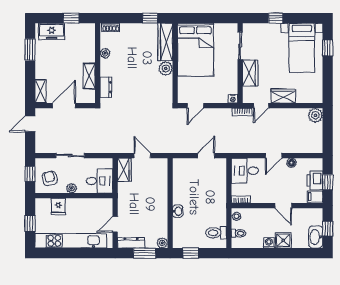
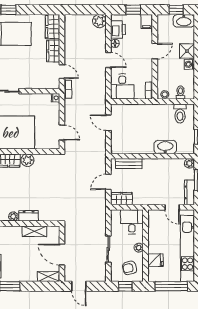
wardrobe: (250, 73) -> (53, 27), moved, turned -90
dresser: (106, 87) -> (29, 216), moved
plant: (315, 115) -> (99, 21), moved
bench: (162, 178) -> (129, 164), added
printer: (315, 180) -> (118, 29), moved, turned -90
washbasin: (178, 211) -> (165, 147), width x1.91, depth x1.45
window: (30, 223) -> (171, 286), width x2.17

